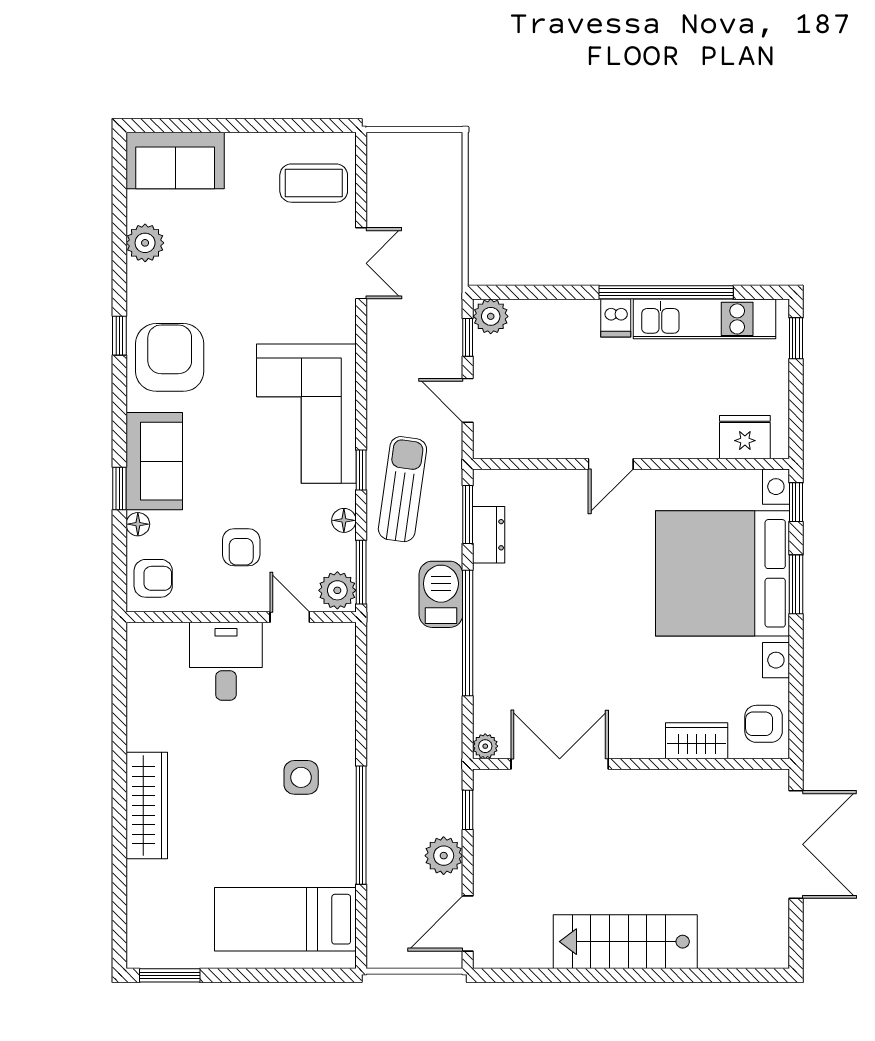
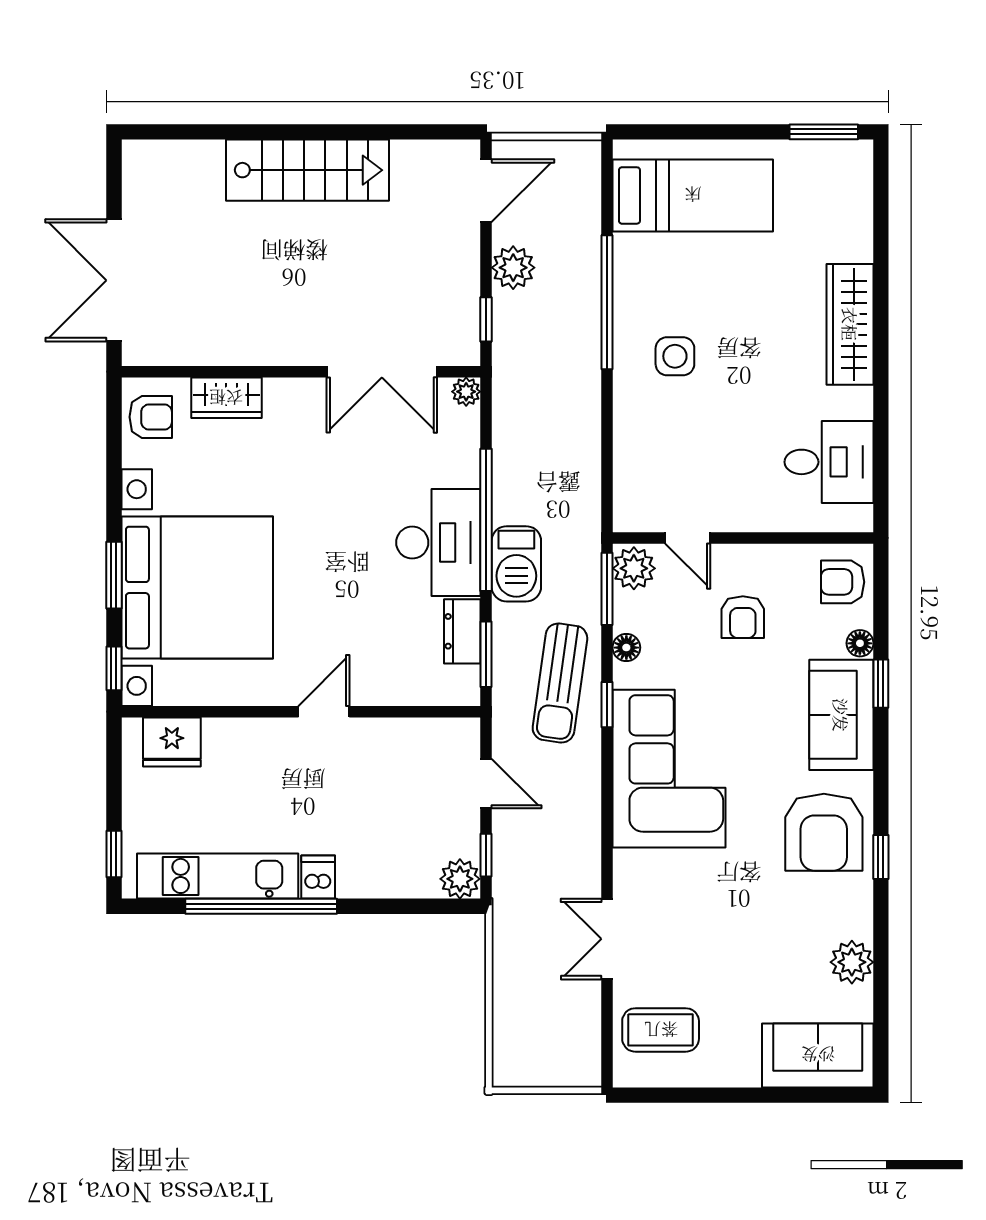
armchair: (241, 547) -> (743, 617), turned 180
desk: (510, 613) -> (438, 543), added
desk: (226, 661) -> (829, 462), moved, turned -90

